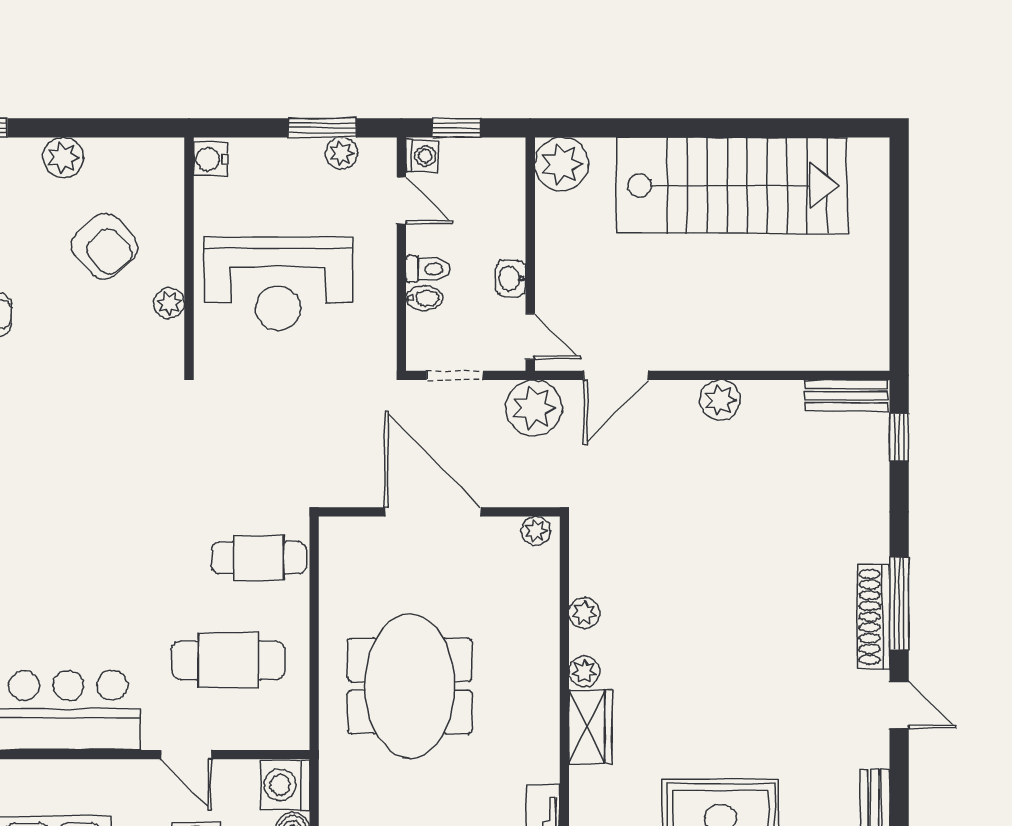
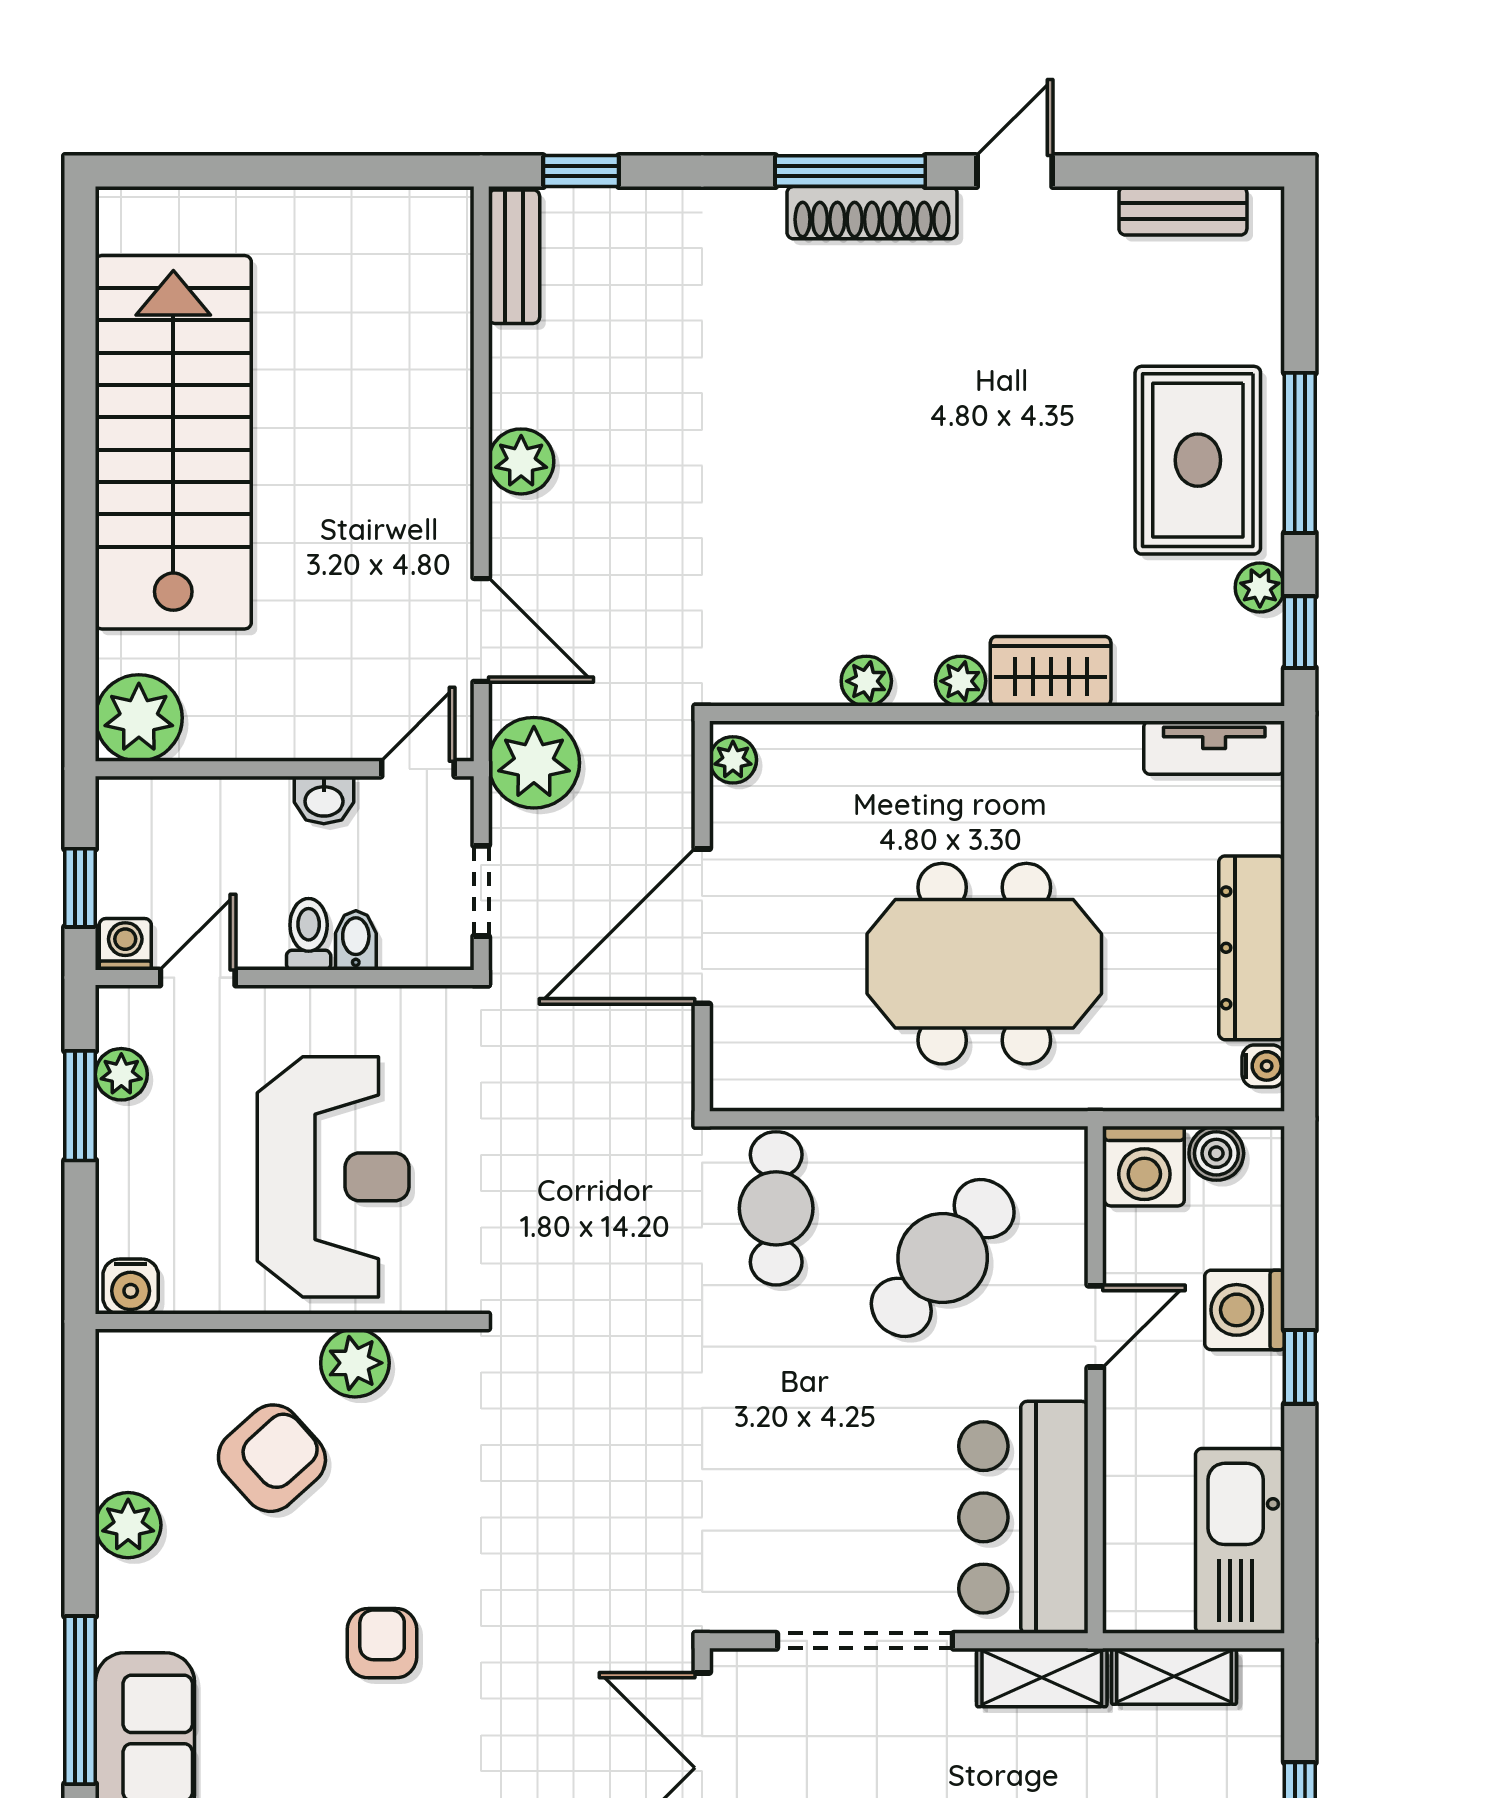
plant: (169, 303) -> (355, 1363), width x1.38, depth x1.38
cafe table: (228, 660) -> (943, 1258), turned 40

